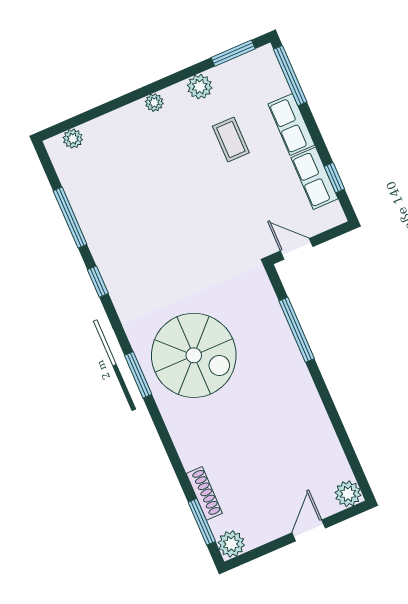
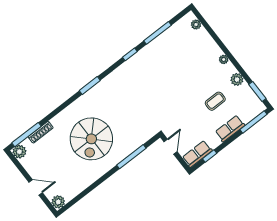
row of seats: (315, 178) -> (197, 154), moved
spiral stairs: (194, 355) -> (91, 139), moved
window: (202, 522) -> (26, 135), width x1.44

